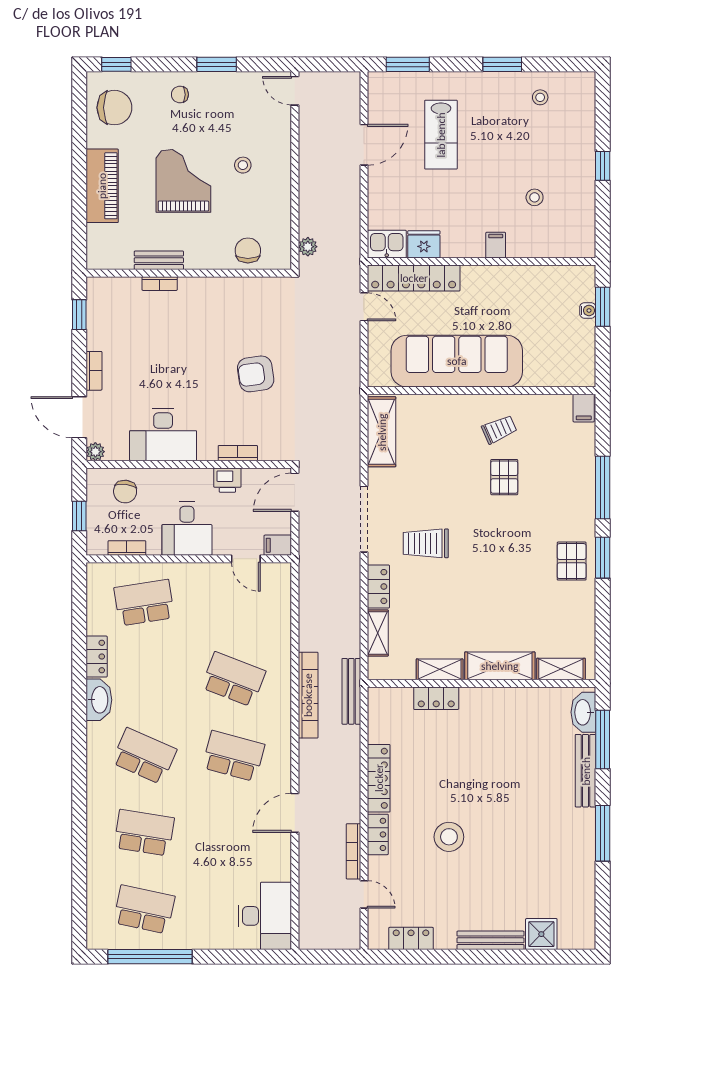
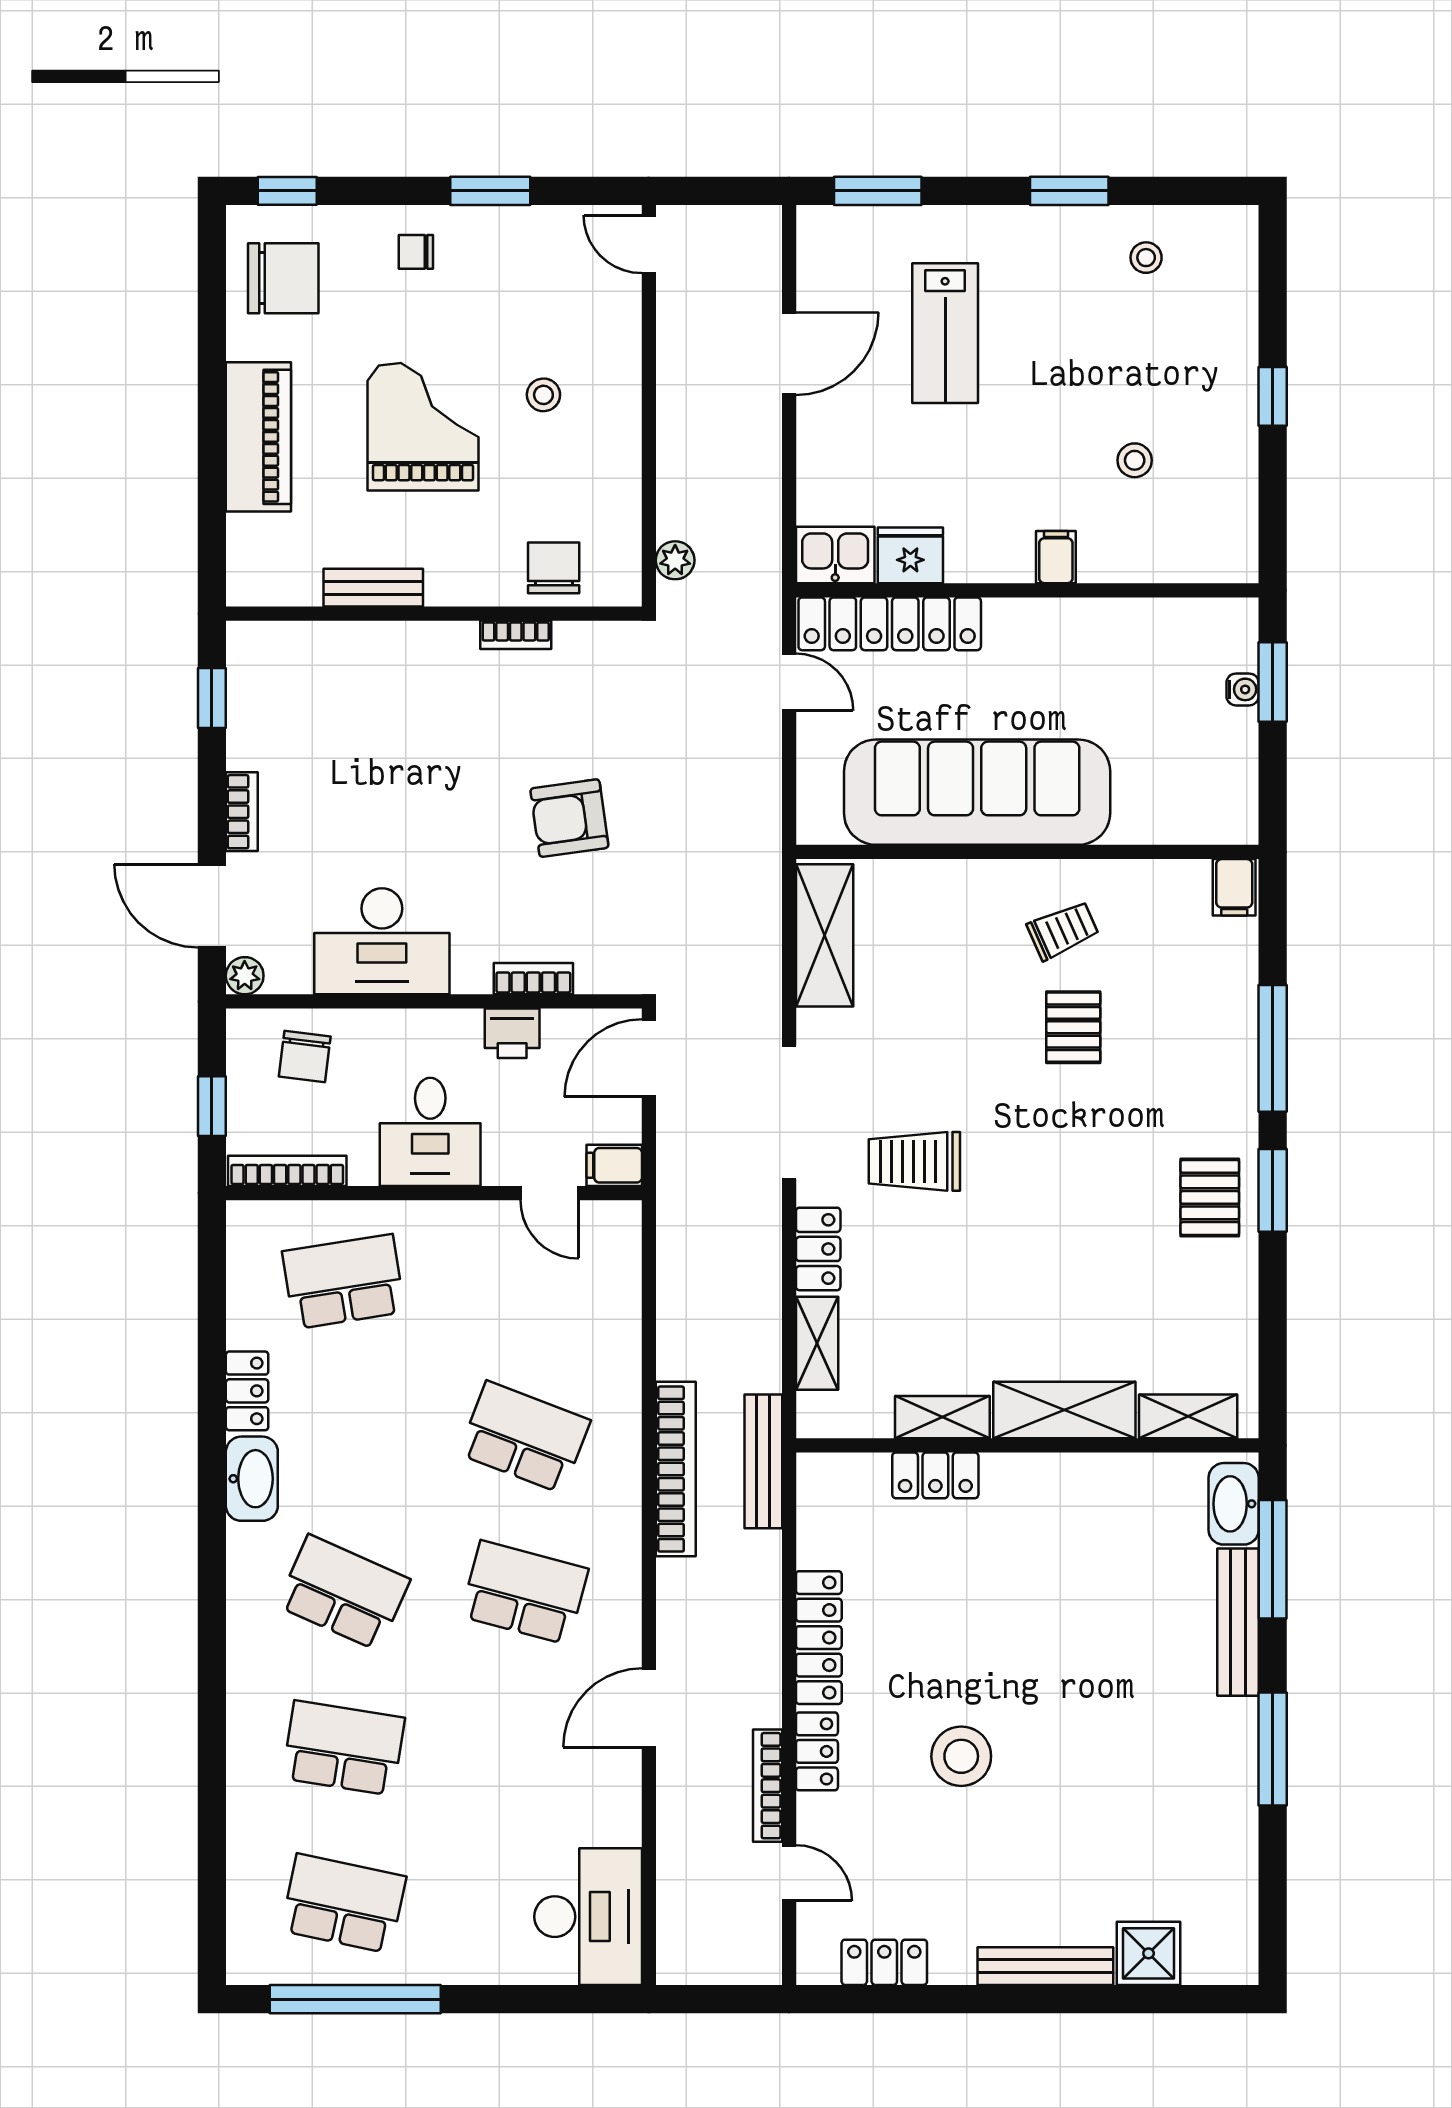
bookcase: (160, 284) -> (516, 635), moved
bookcase: (127, 548) -> (287, 1171), width x1.56

